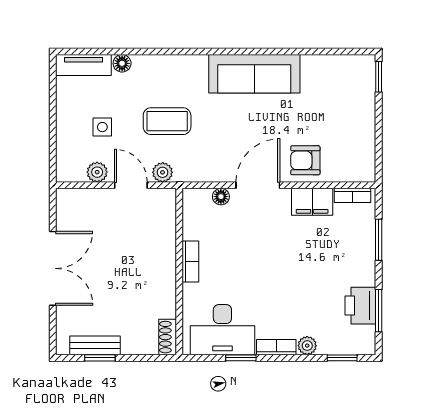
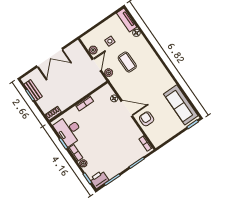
sofa: (254, 74) -> (181, 105), moved
filing cabinet: (312, 202) -> (134, 131), removed
printer: (360, 306) -> (99, 179), moved

